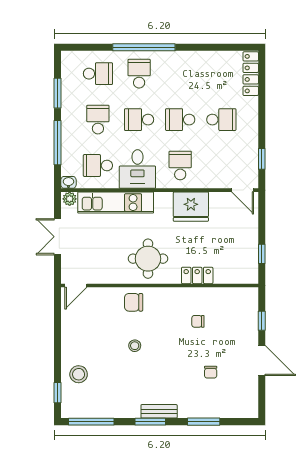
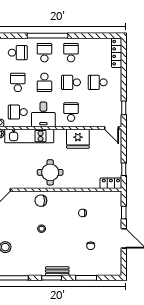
school desk: (180, 74) -> (71, 53), added
school desk: (139, 120) -> (44, 82), turned -90
school desk: (221, 120) -> (98, 82), turned 180
locker: (197, 275) -> (111, 183), moved

